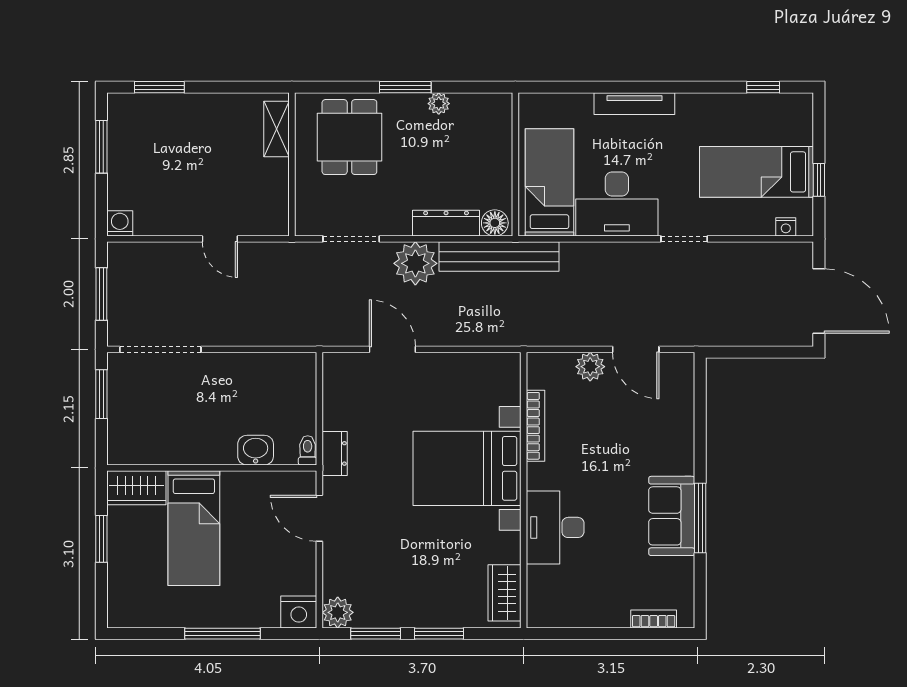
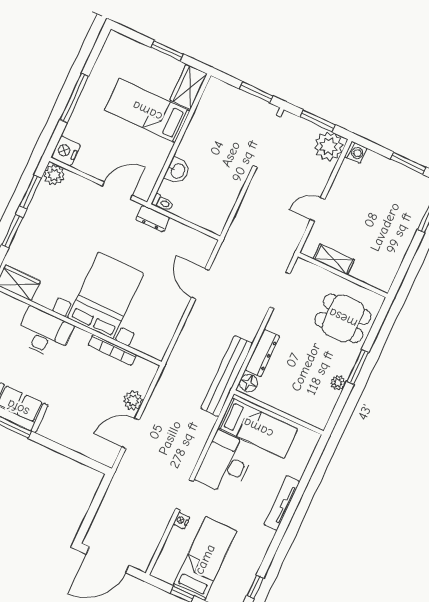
shelving: (277, 129) -> (334, 259), moved
nightstand: (786, 227) -> (182, 520), moved
plant: (415, 263) -> (329, 146), moved
door: (392, 349) -> (200, 284), swing flipped

